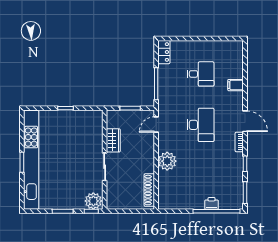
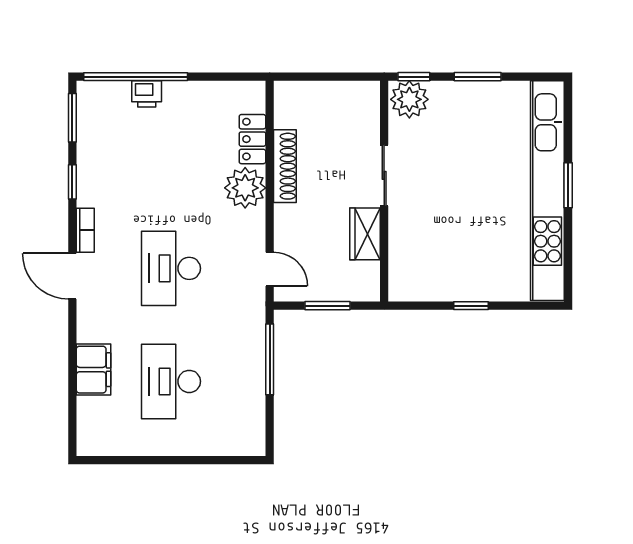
locker: (164, 52) -> (252, 139), moved
desk: (201, 74) -> (171, 381), width x1.37
filing cabinet: (235, 85) -> (94, 370), width x2.00
door: (156, 125) -> (270, 269), hinge flipped
shoe rack: (149, 190) -> (285, 166), moved

